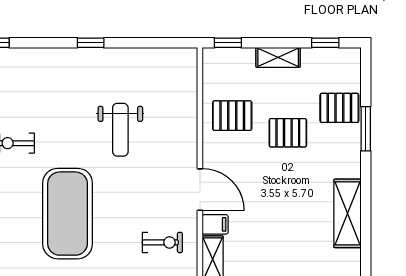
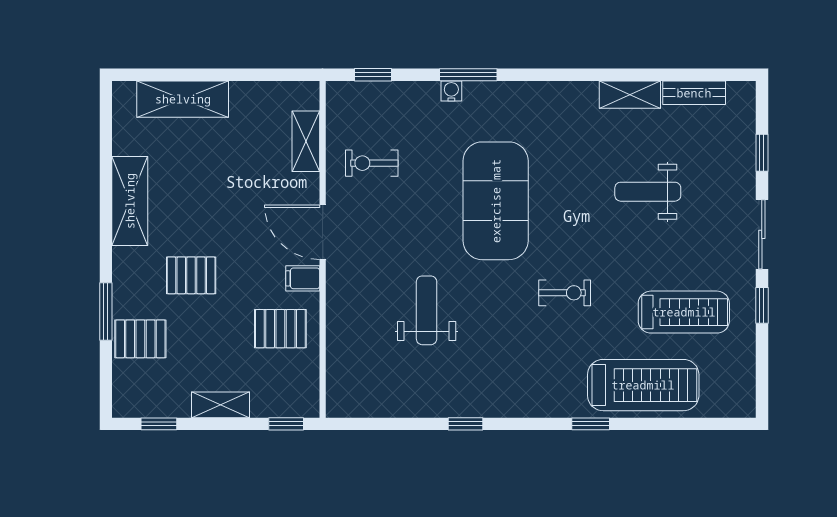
pallet: (288, 133) -> (191, 275), moved
filing cabinet: (215, 224) -> (303, 278), moved

